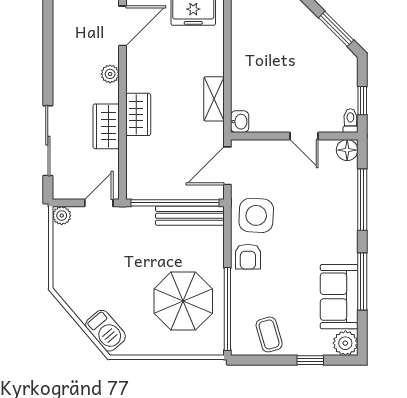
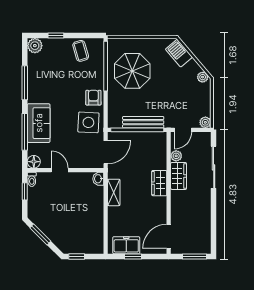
plant: (110, 74) -> (176, 156), moved
bench: (190, 216) -> (143, 122), moved
plant: (66, 291) -> (203, 77), added
sofa: (339, 297) -> (39, 123), moved

